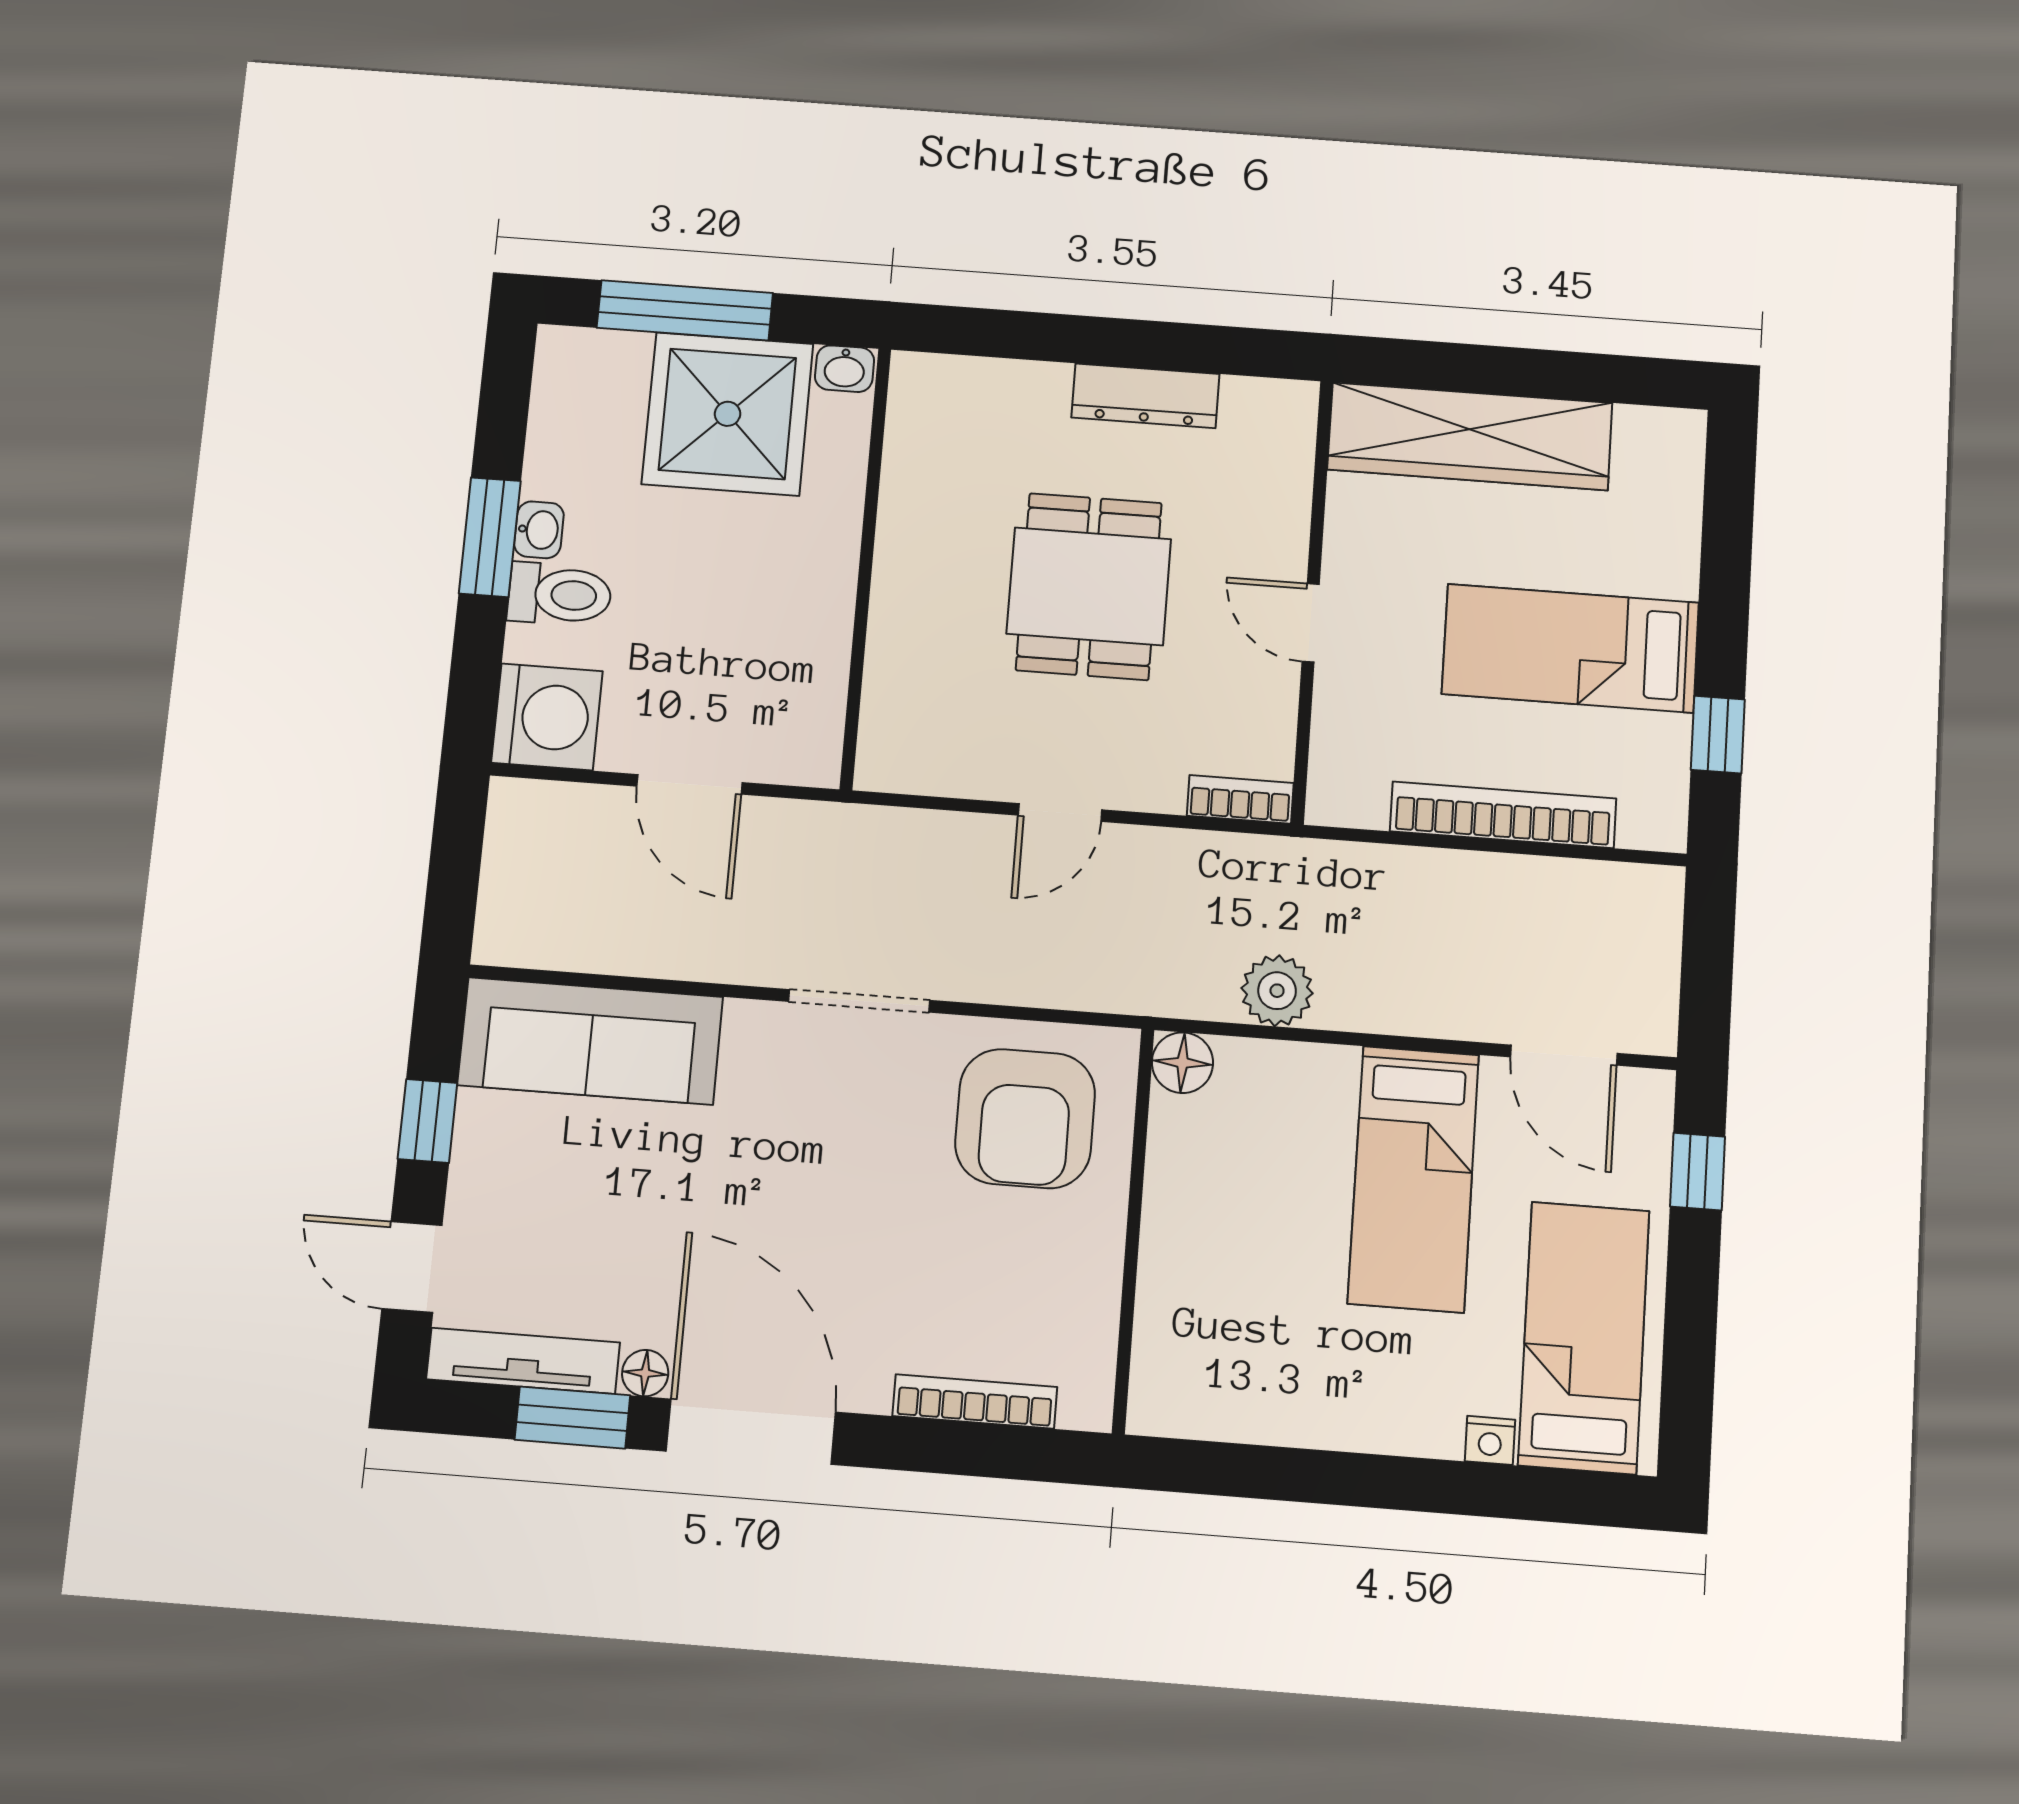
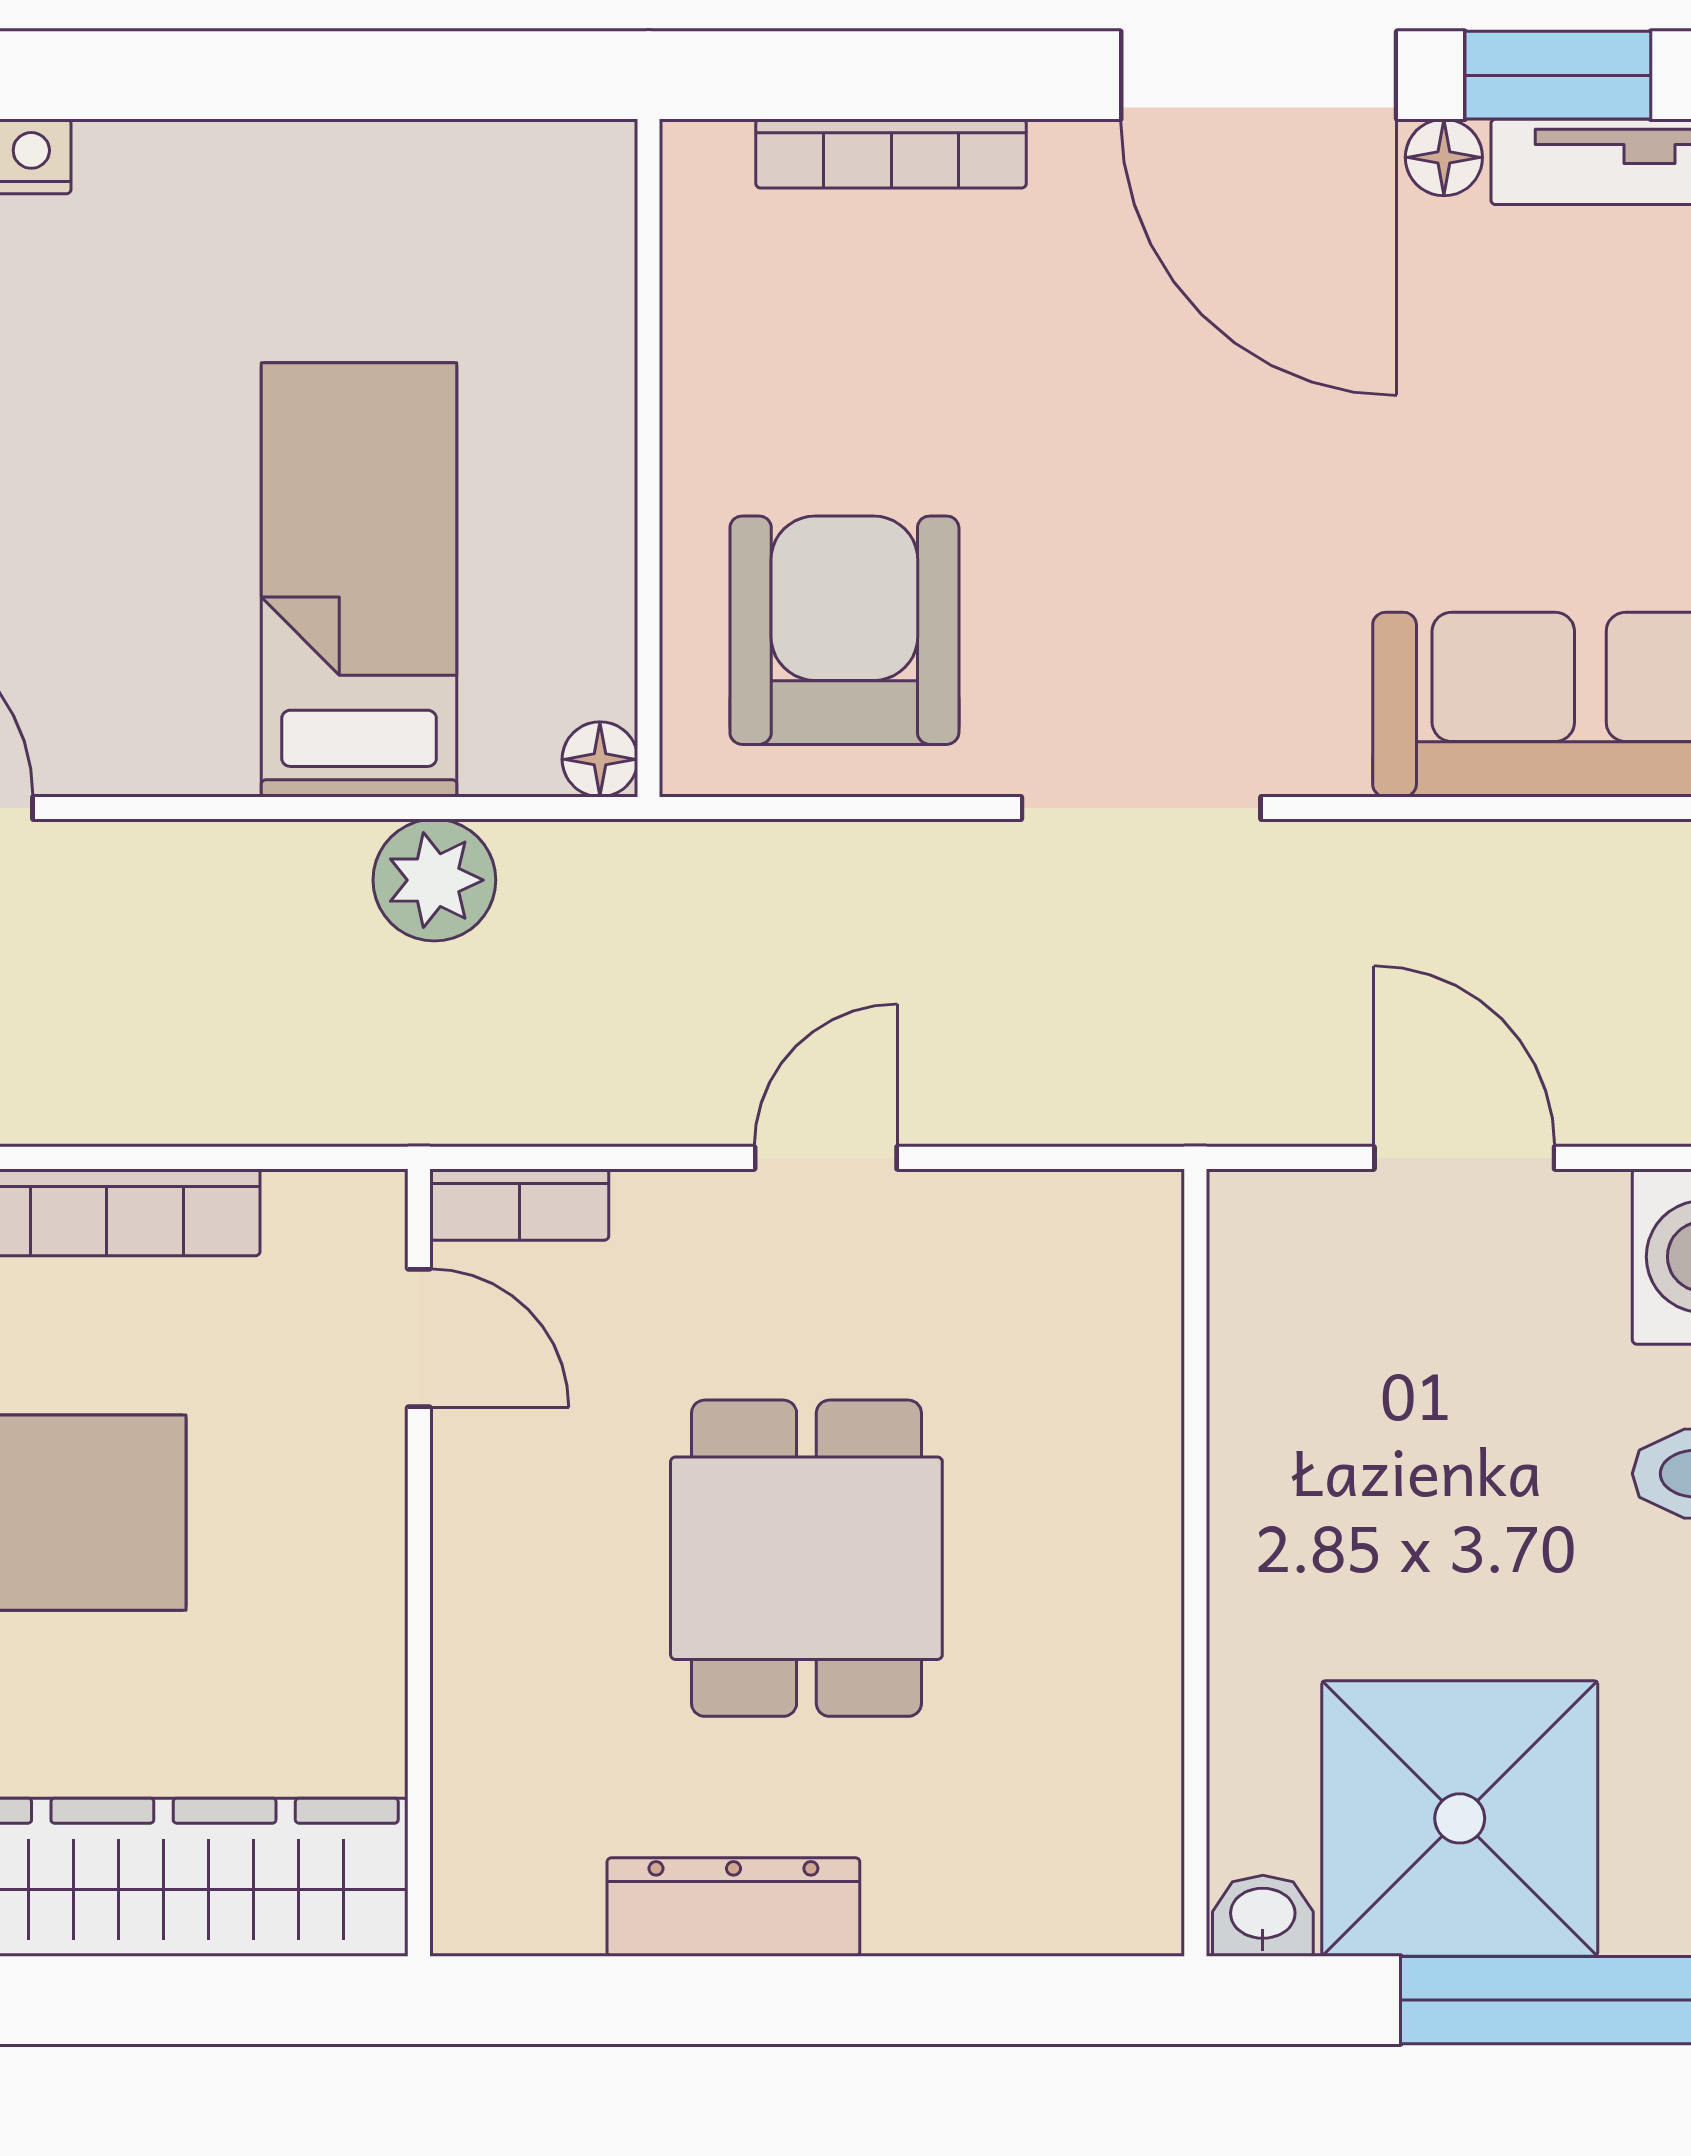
door: (1311, 623) -> (419, 1338), moved
floor lamp: (1182, 1063) -> (600, 759), width x0.73, depth x0.73
bed: (1413, 1179) -> (359, 580), moved

